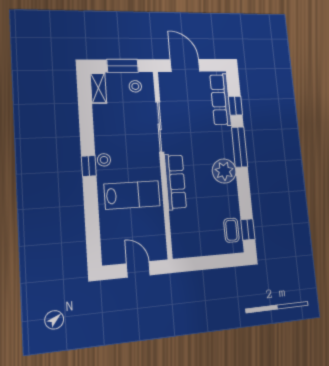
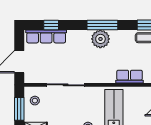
window: (240, 147) -> (102, 25), moved
row of seats: (175, 182) -> (130, 77), moved, width x0.68

